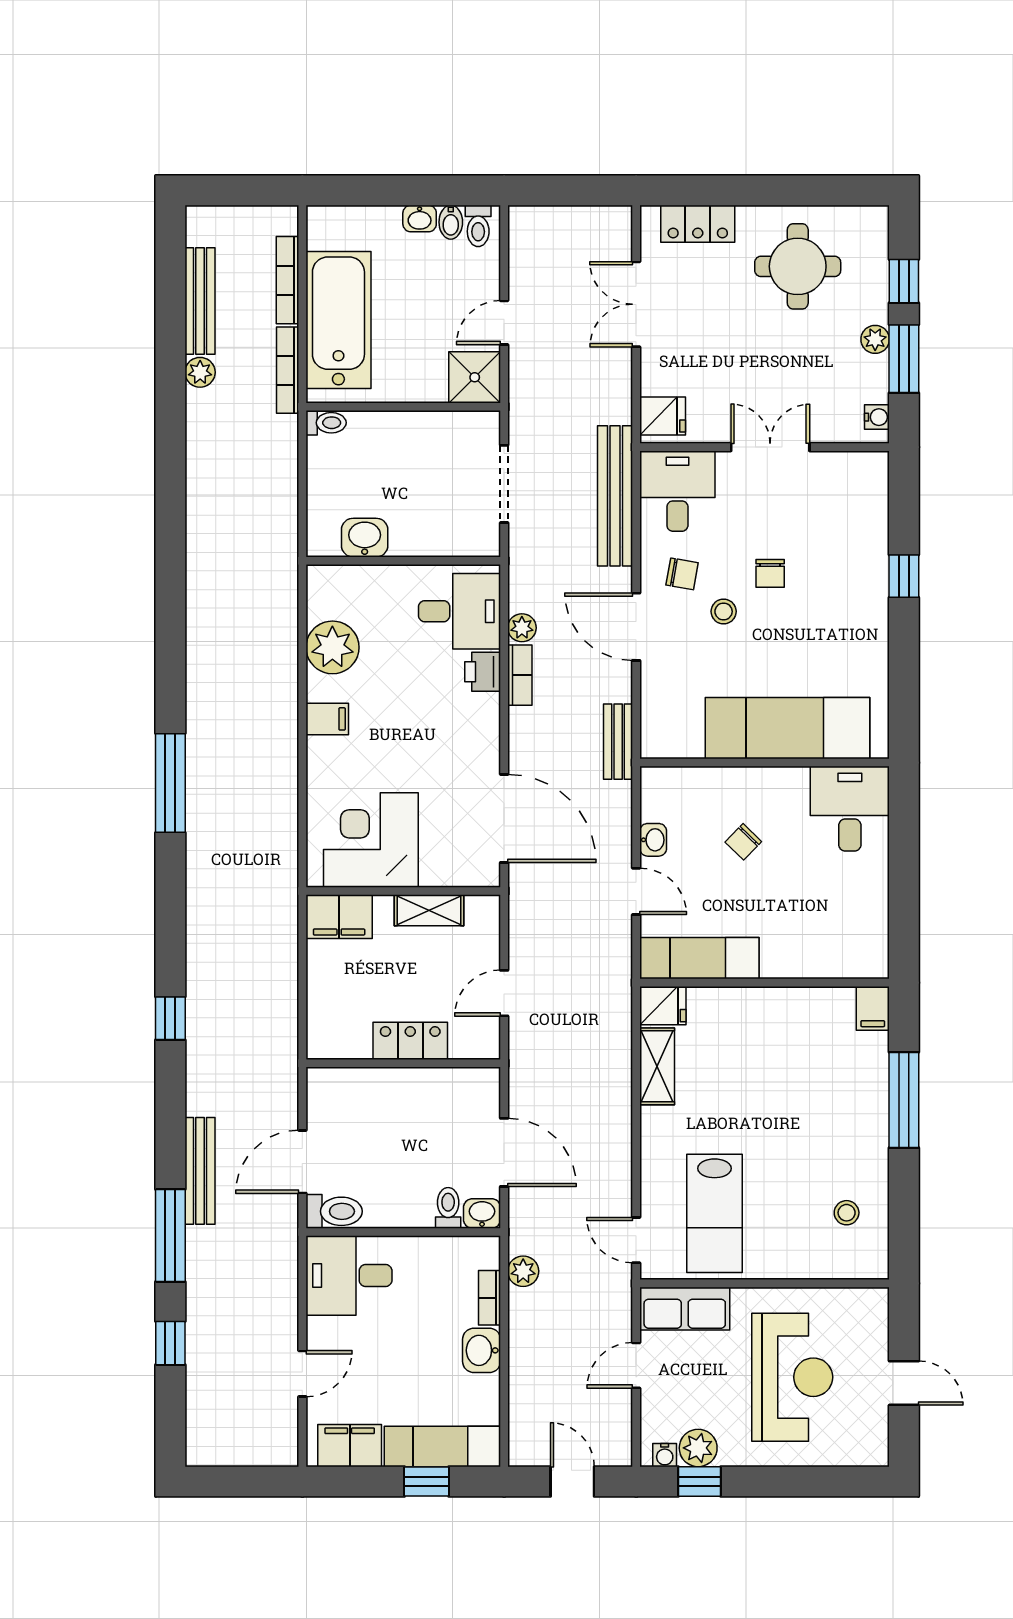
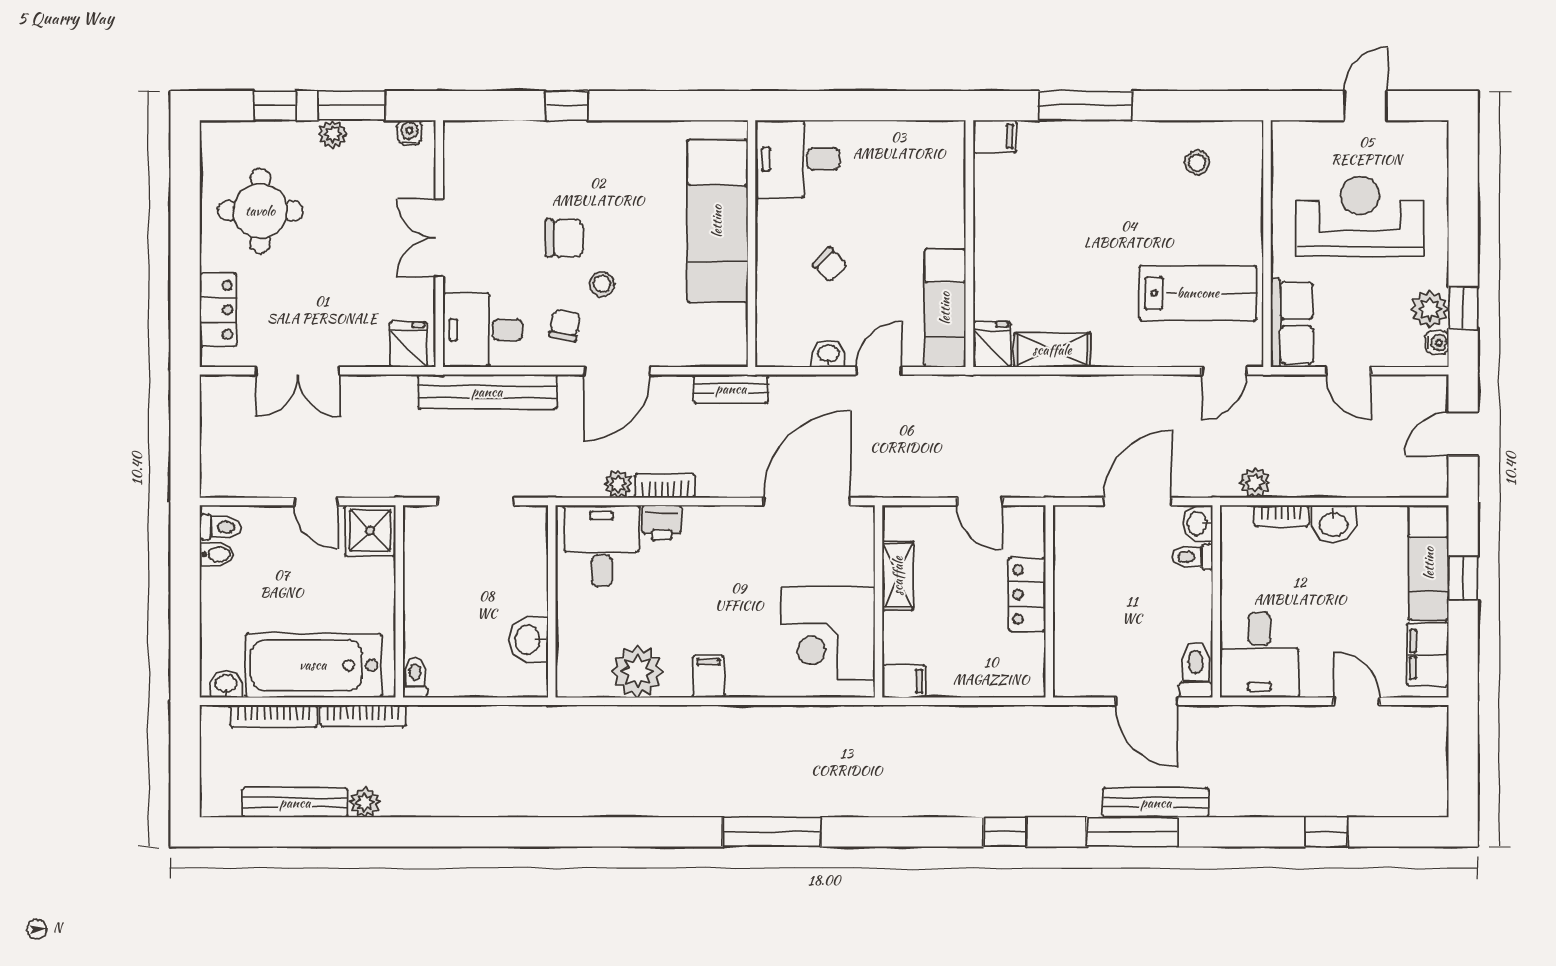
washbasin: (420, 218) -> (226, 684), moved, turned -90
chair: (770, 573) -> (564, 238), width x1.37, depth x1.37
filing cabinet: (339, 917) -> (904, 681), width x0.50
window: (170, 1235) -> (1132, 832), moved

